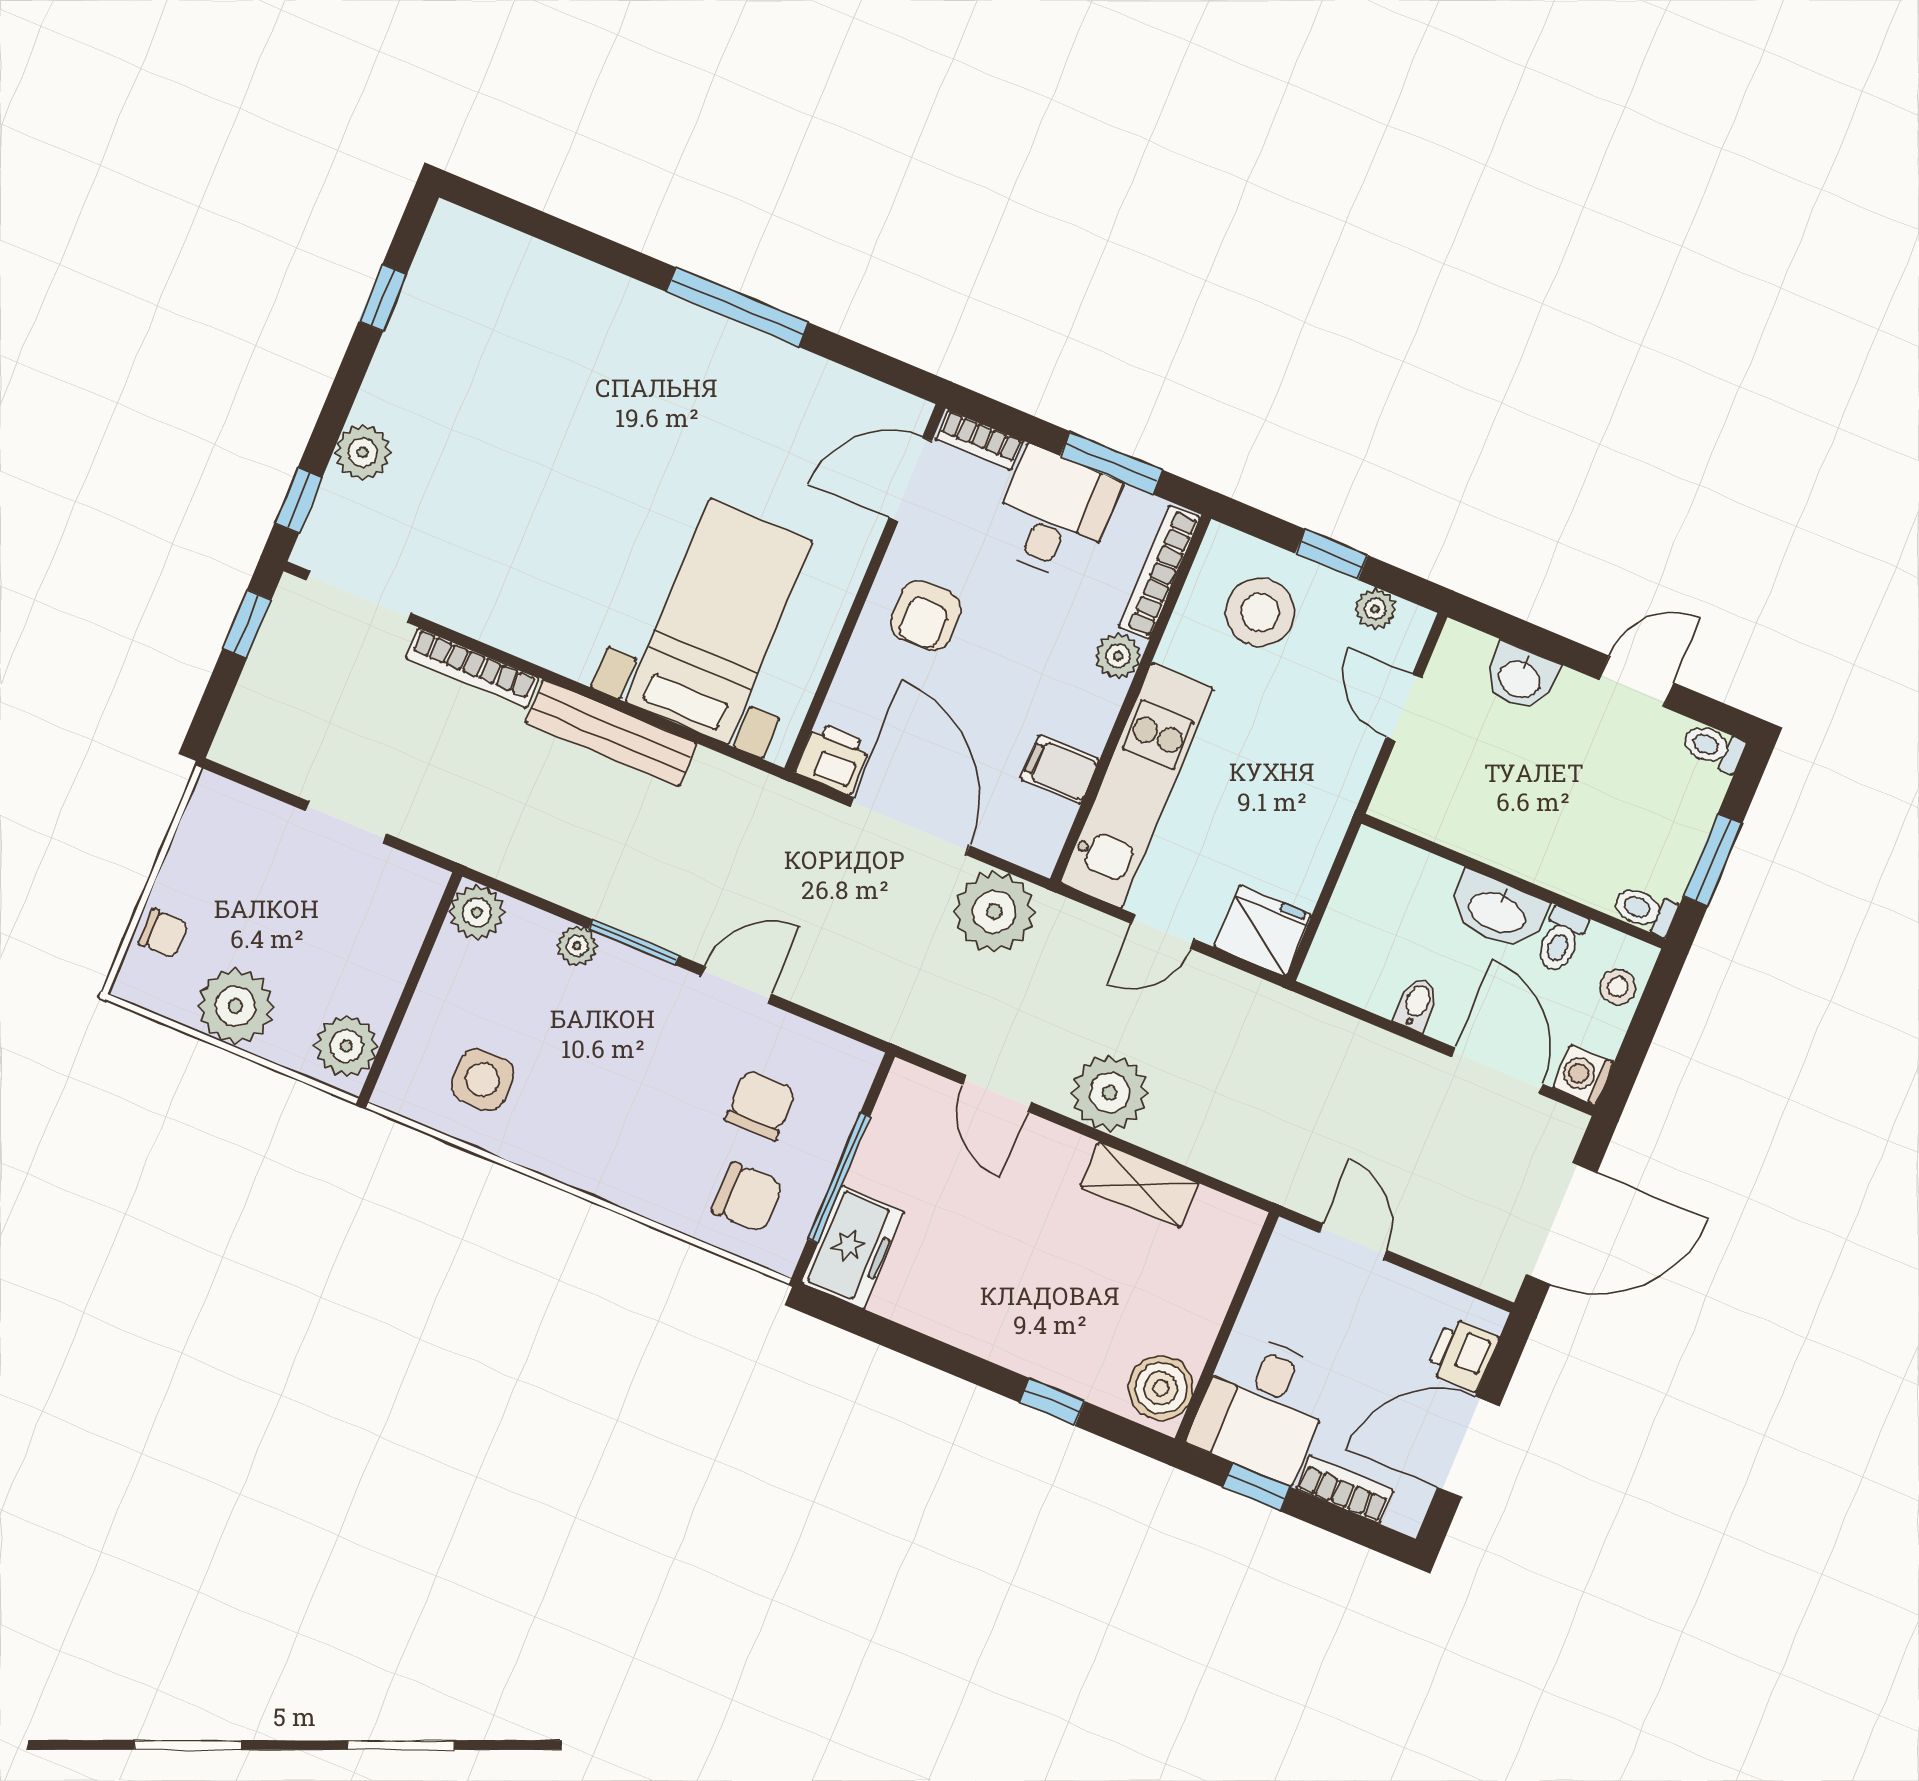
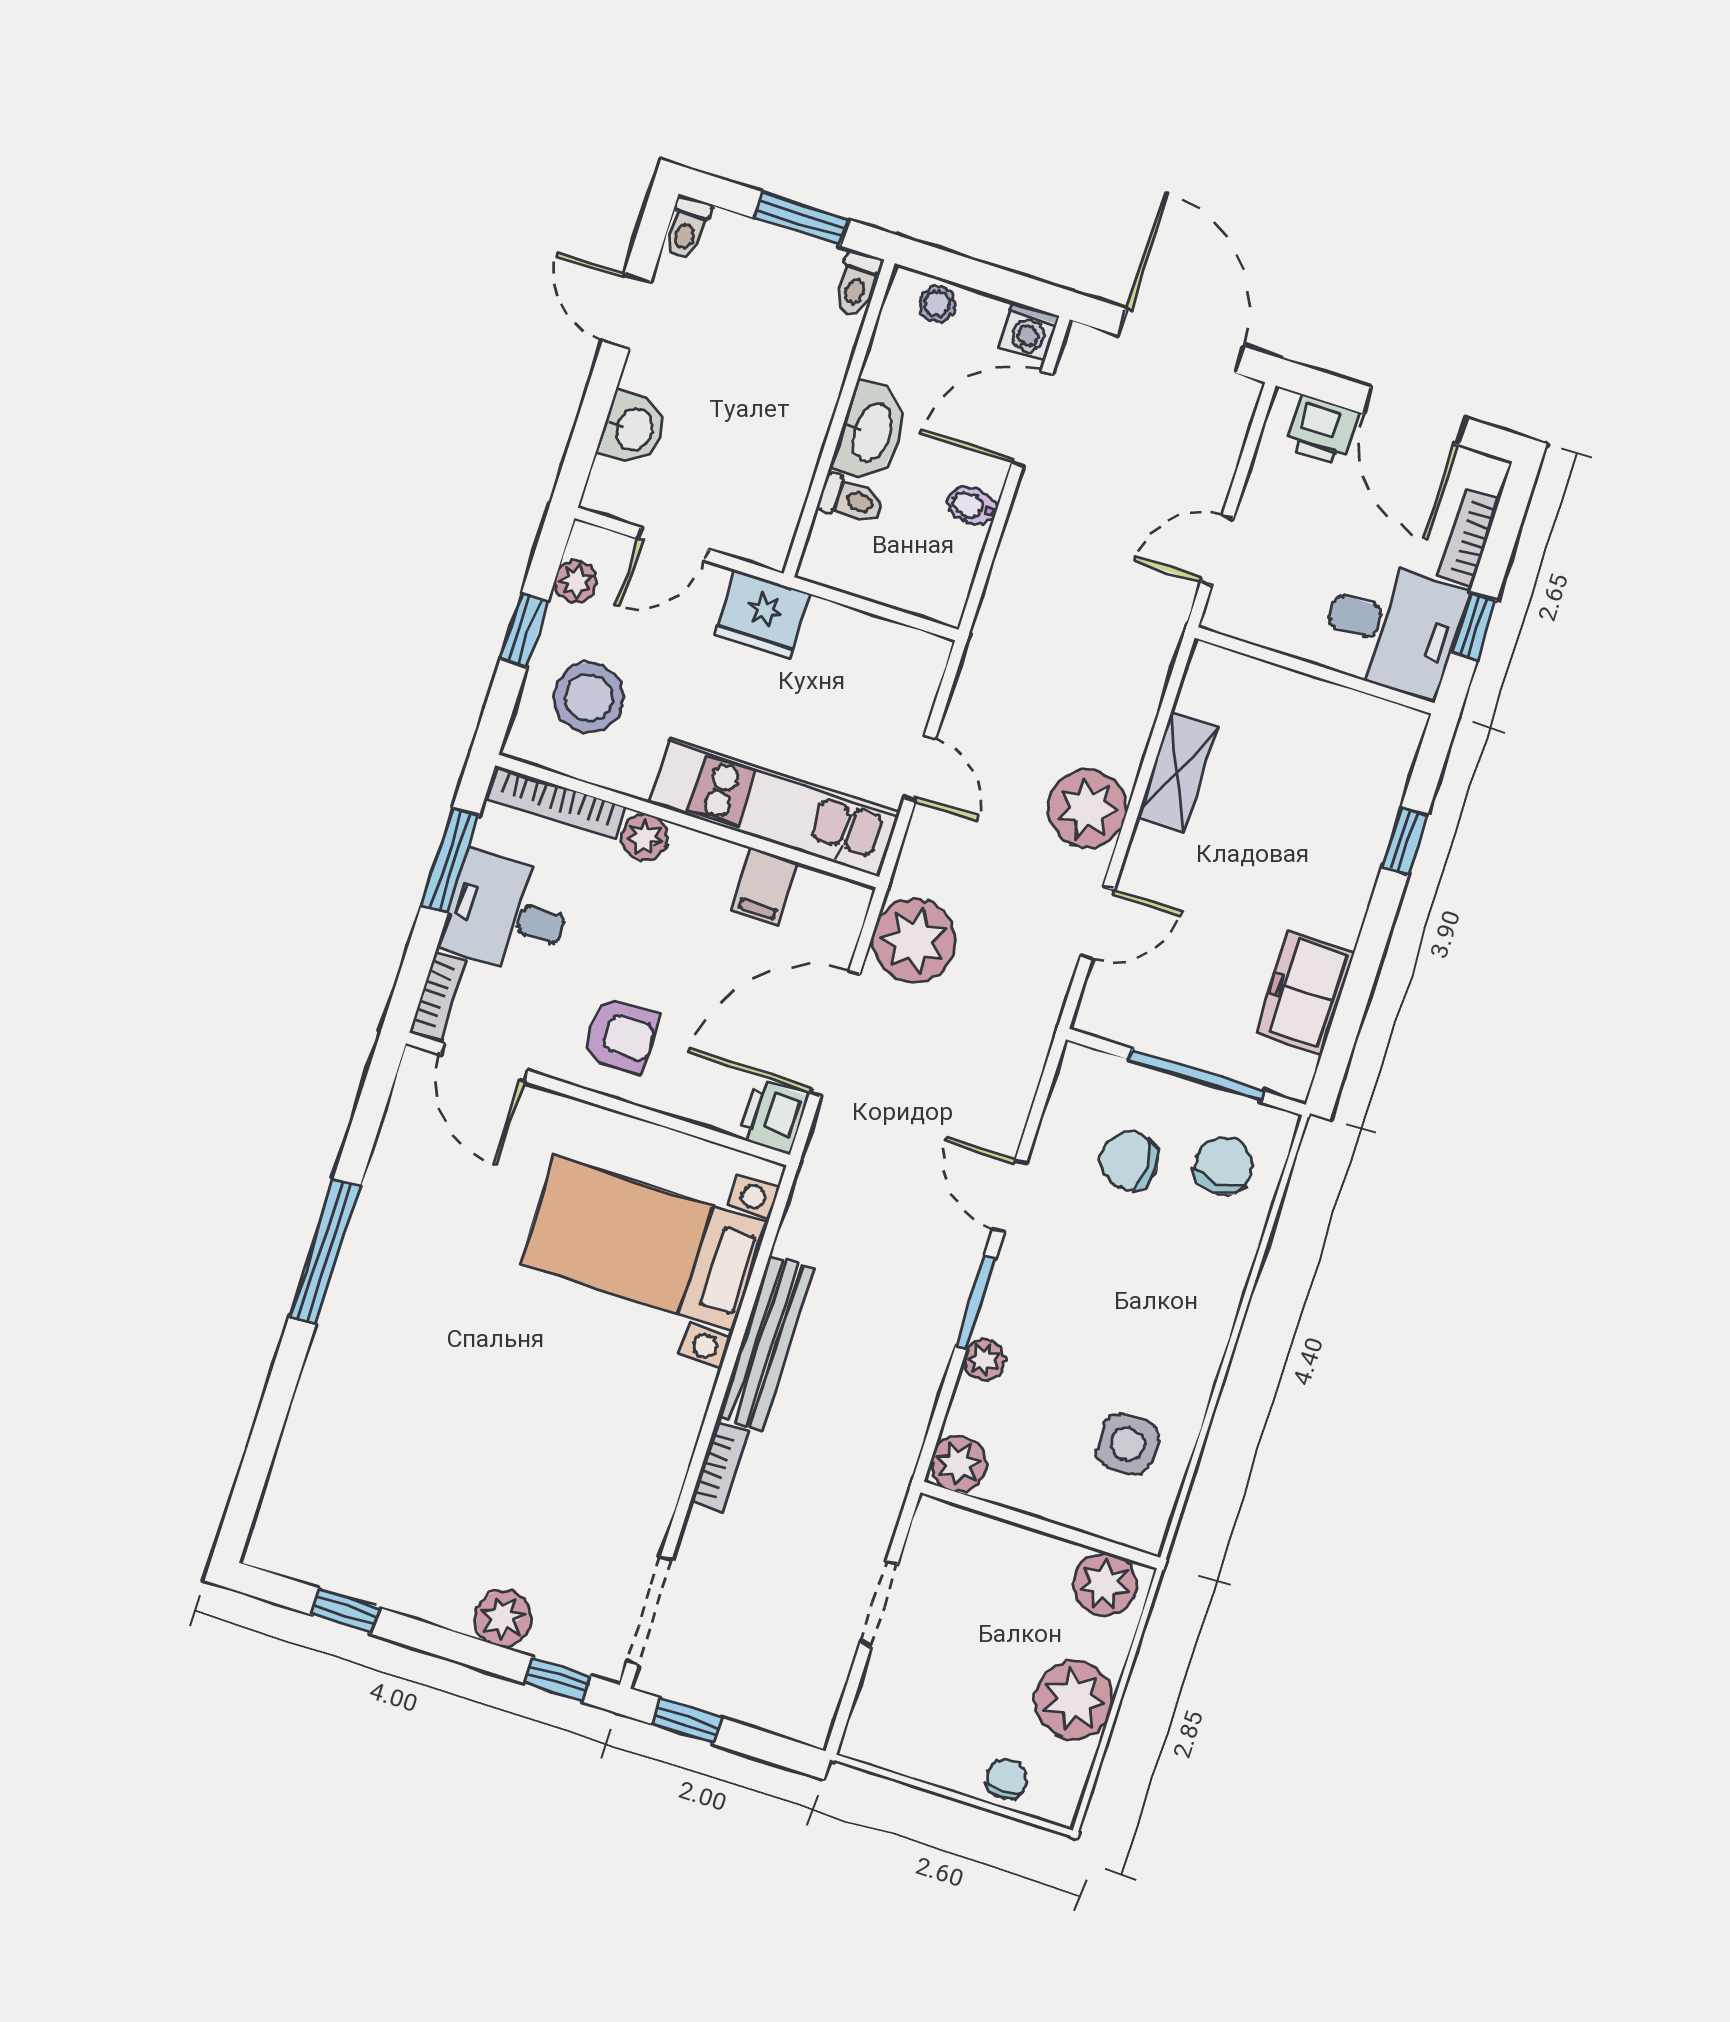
bookcase: (472, 668) -> (719, 1467), width x0.64
fridge: (1263, 931) -> (763, 614), moved, turned -90
toilet: (1561, 940) -> (851, 500), moved
freezer: (853, 1247) -> (1305, 993), moved, turned -90
boiler: (1161, 1388) -> (1381, 732), removed

